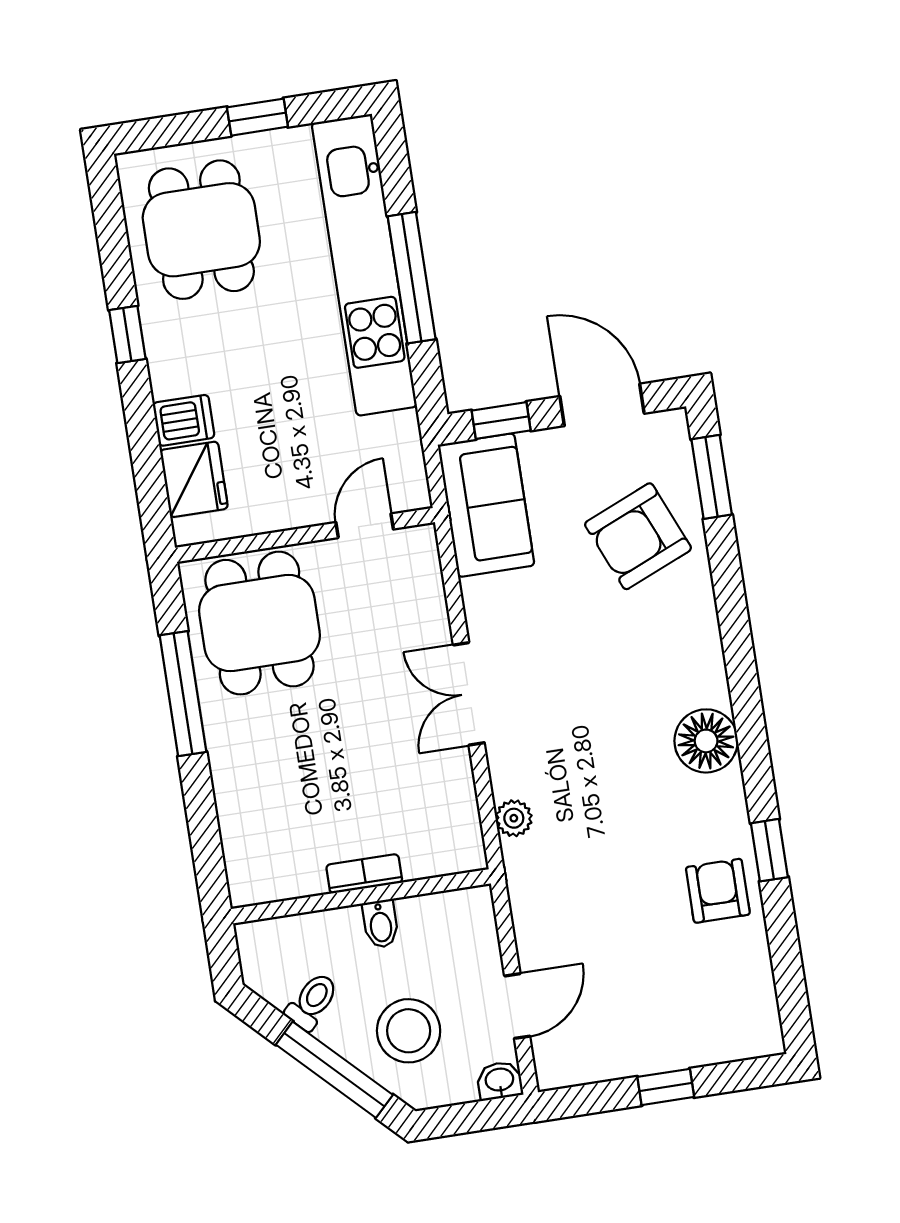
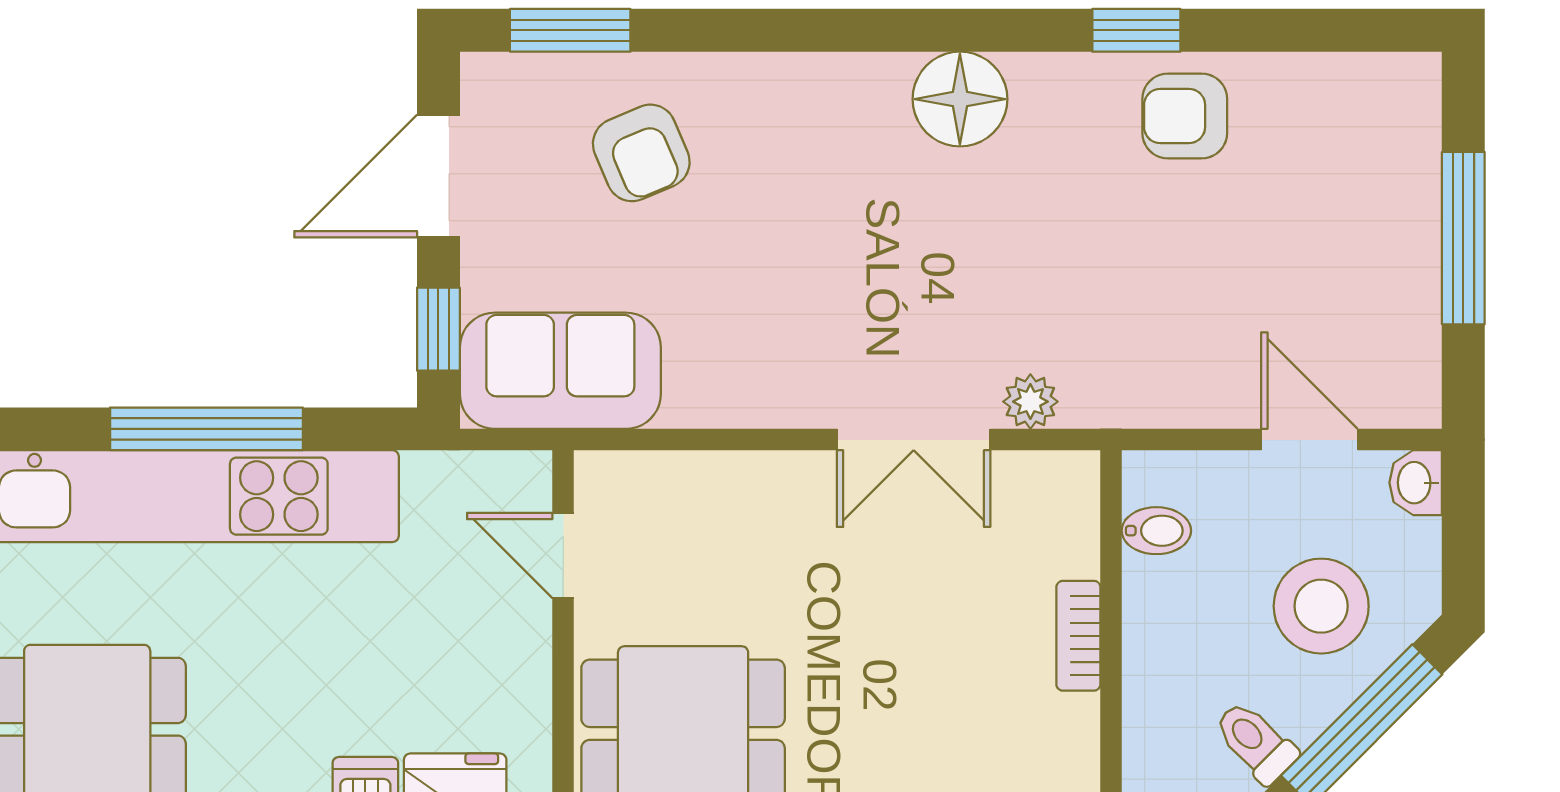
armchair: (638, 536) -> (641, 153), width x0.72, depth x0.72
double door: (469, 694) -> (914, 440), moved
bidet: (381, 924) -> (1156, 531), moved
window: (666, 1087) -> (1463, 238), width x2.17

